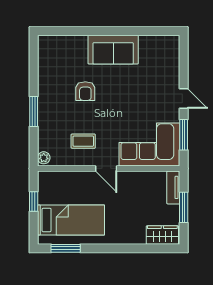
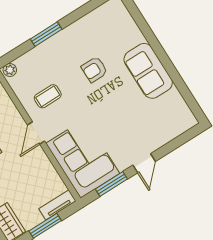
coffee table: (83, 141) -> (48, 96), turned 90

